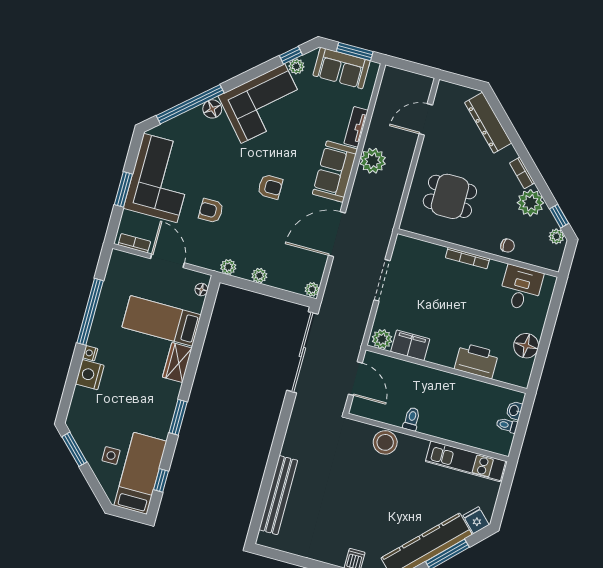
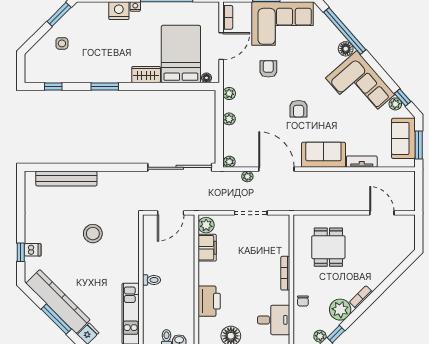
dresser: (488, 123) -> (392, 261), removed
plant: (373, 161) -> (247, 176), moved, width x0.53, depth x0.53
bed: (162, 321) -> (181, 54), width x1.50
toilet: (412, 419) -> (152, 280), moved
stool: (385, 442) -> (93, 234), moved
bed: (140, 473) -> (54, 69), removed

